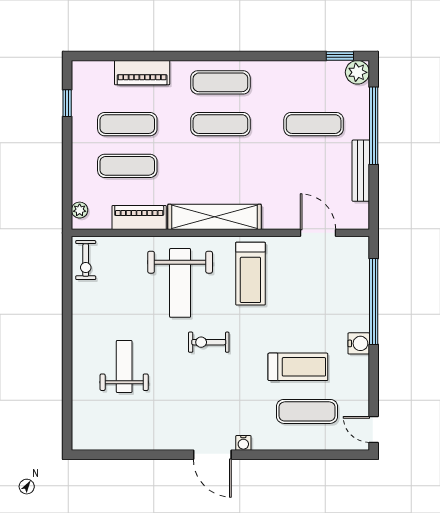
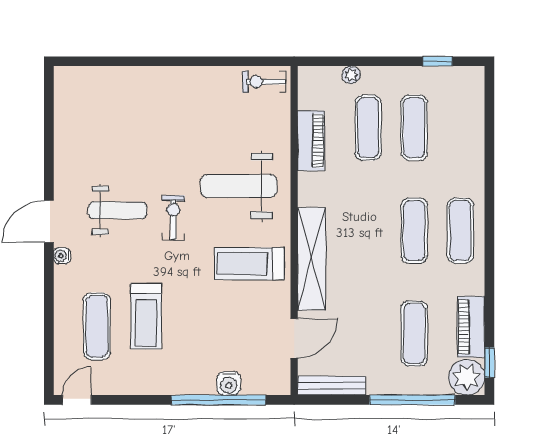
plant: (357, 72) -> (467, 377), width x1.36, depth x1.36
piano: (142, 73) -> (471, 327), moved
bench: (361, 171) -> (332, 386), moved
plant: (80, 210) -> (351, 75), moved
shelving: (215, 217) -> (312, 259), moved
water cooler: (359, 343) -> (229, 383), moved
weight bench: (124, 366) -> (118, 210), moved

